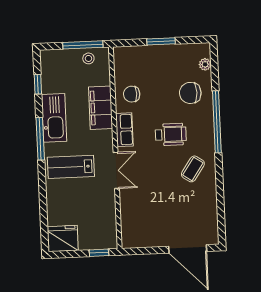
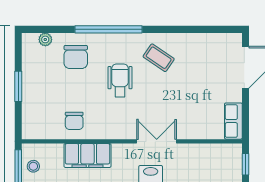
row of seats: (124, 130) -> (233, 121), moved, turned -90

